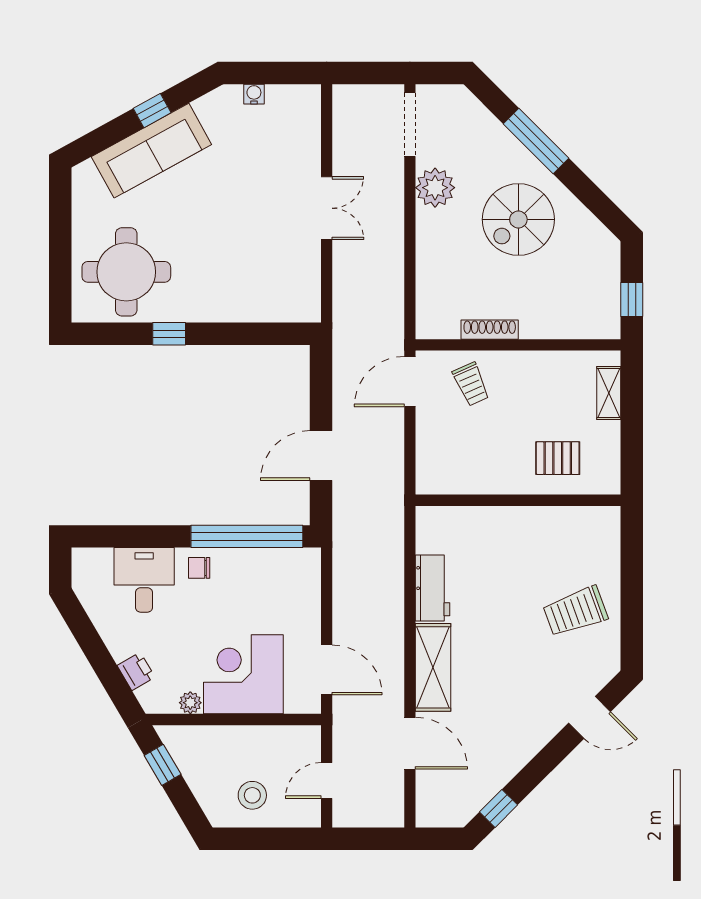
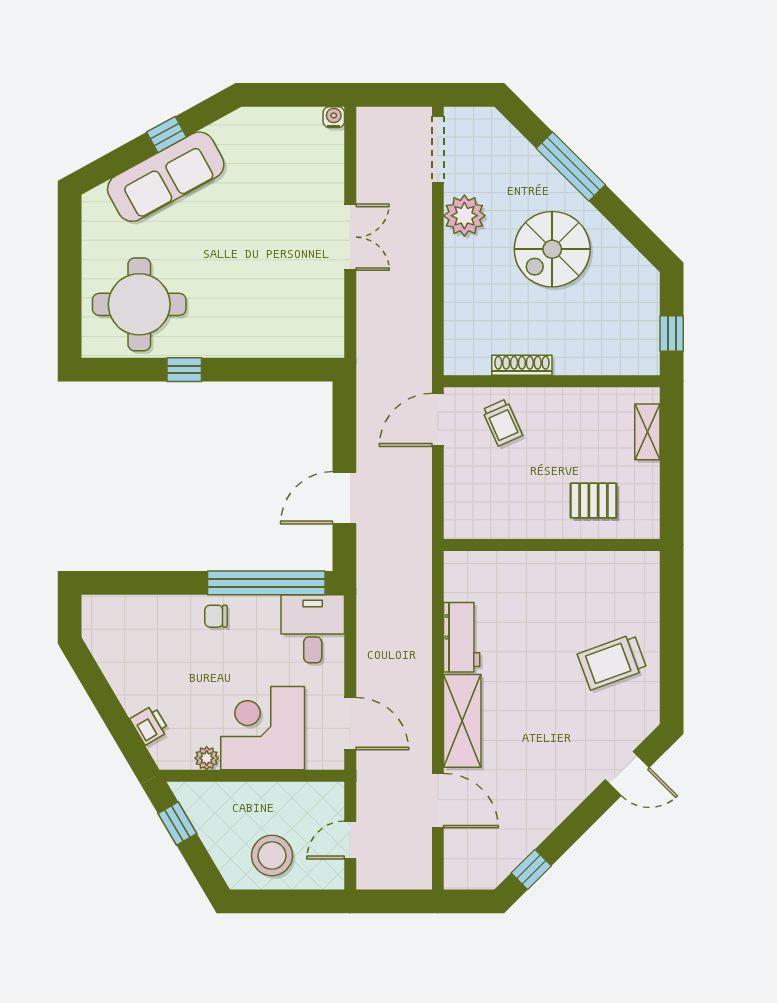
water cooler: (254, 94) -> (334, 117), moved
desk: (144, 580) -> (313, 629), moved
stool: (252, 795) -> (272, 856), width x1.38, depth x1.38

